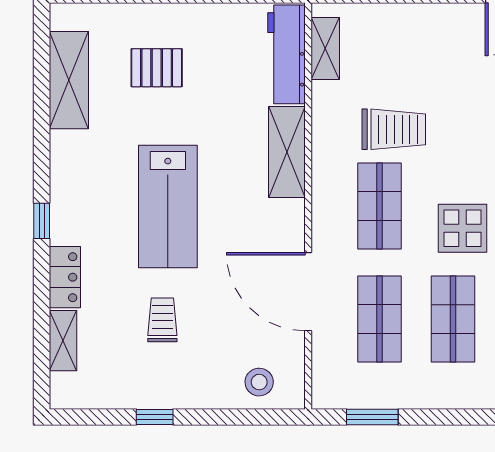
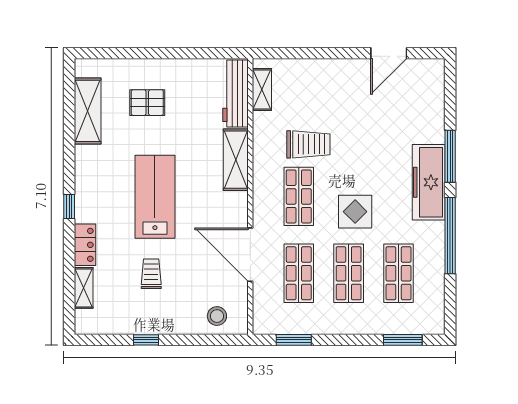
lab bench: (168, 206) -> (155, 197), turned 180

